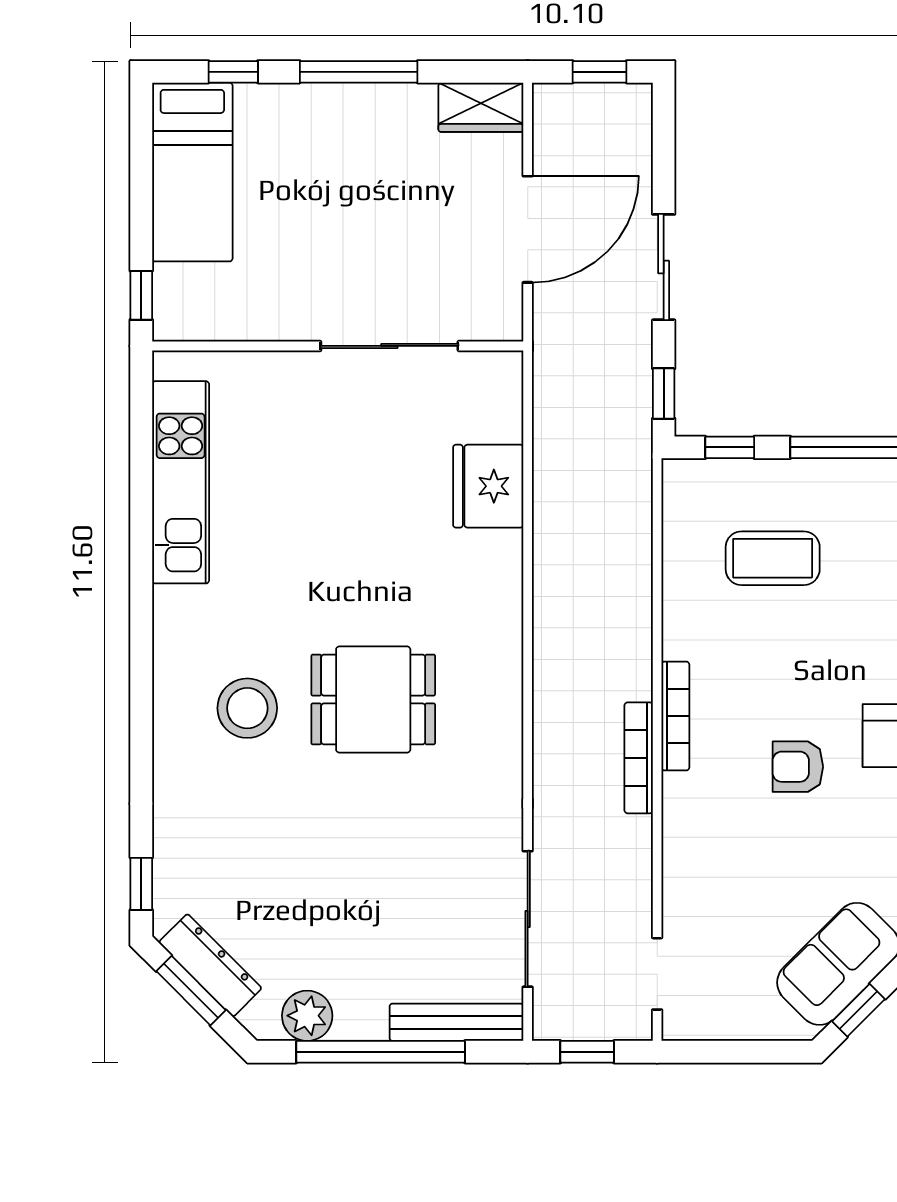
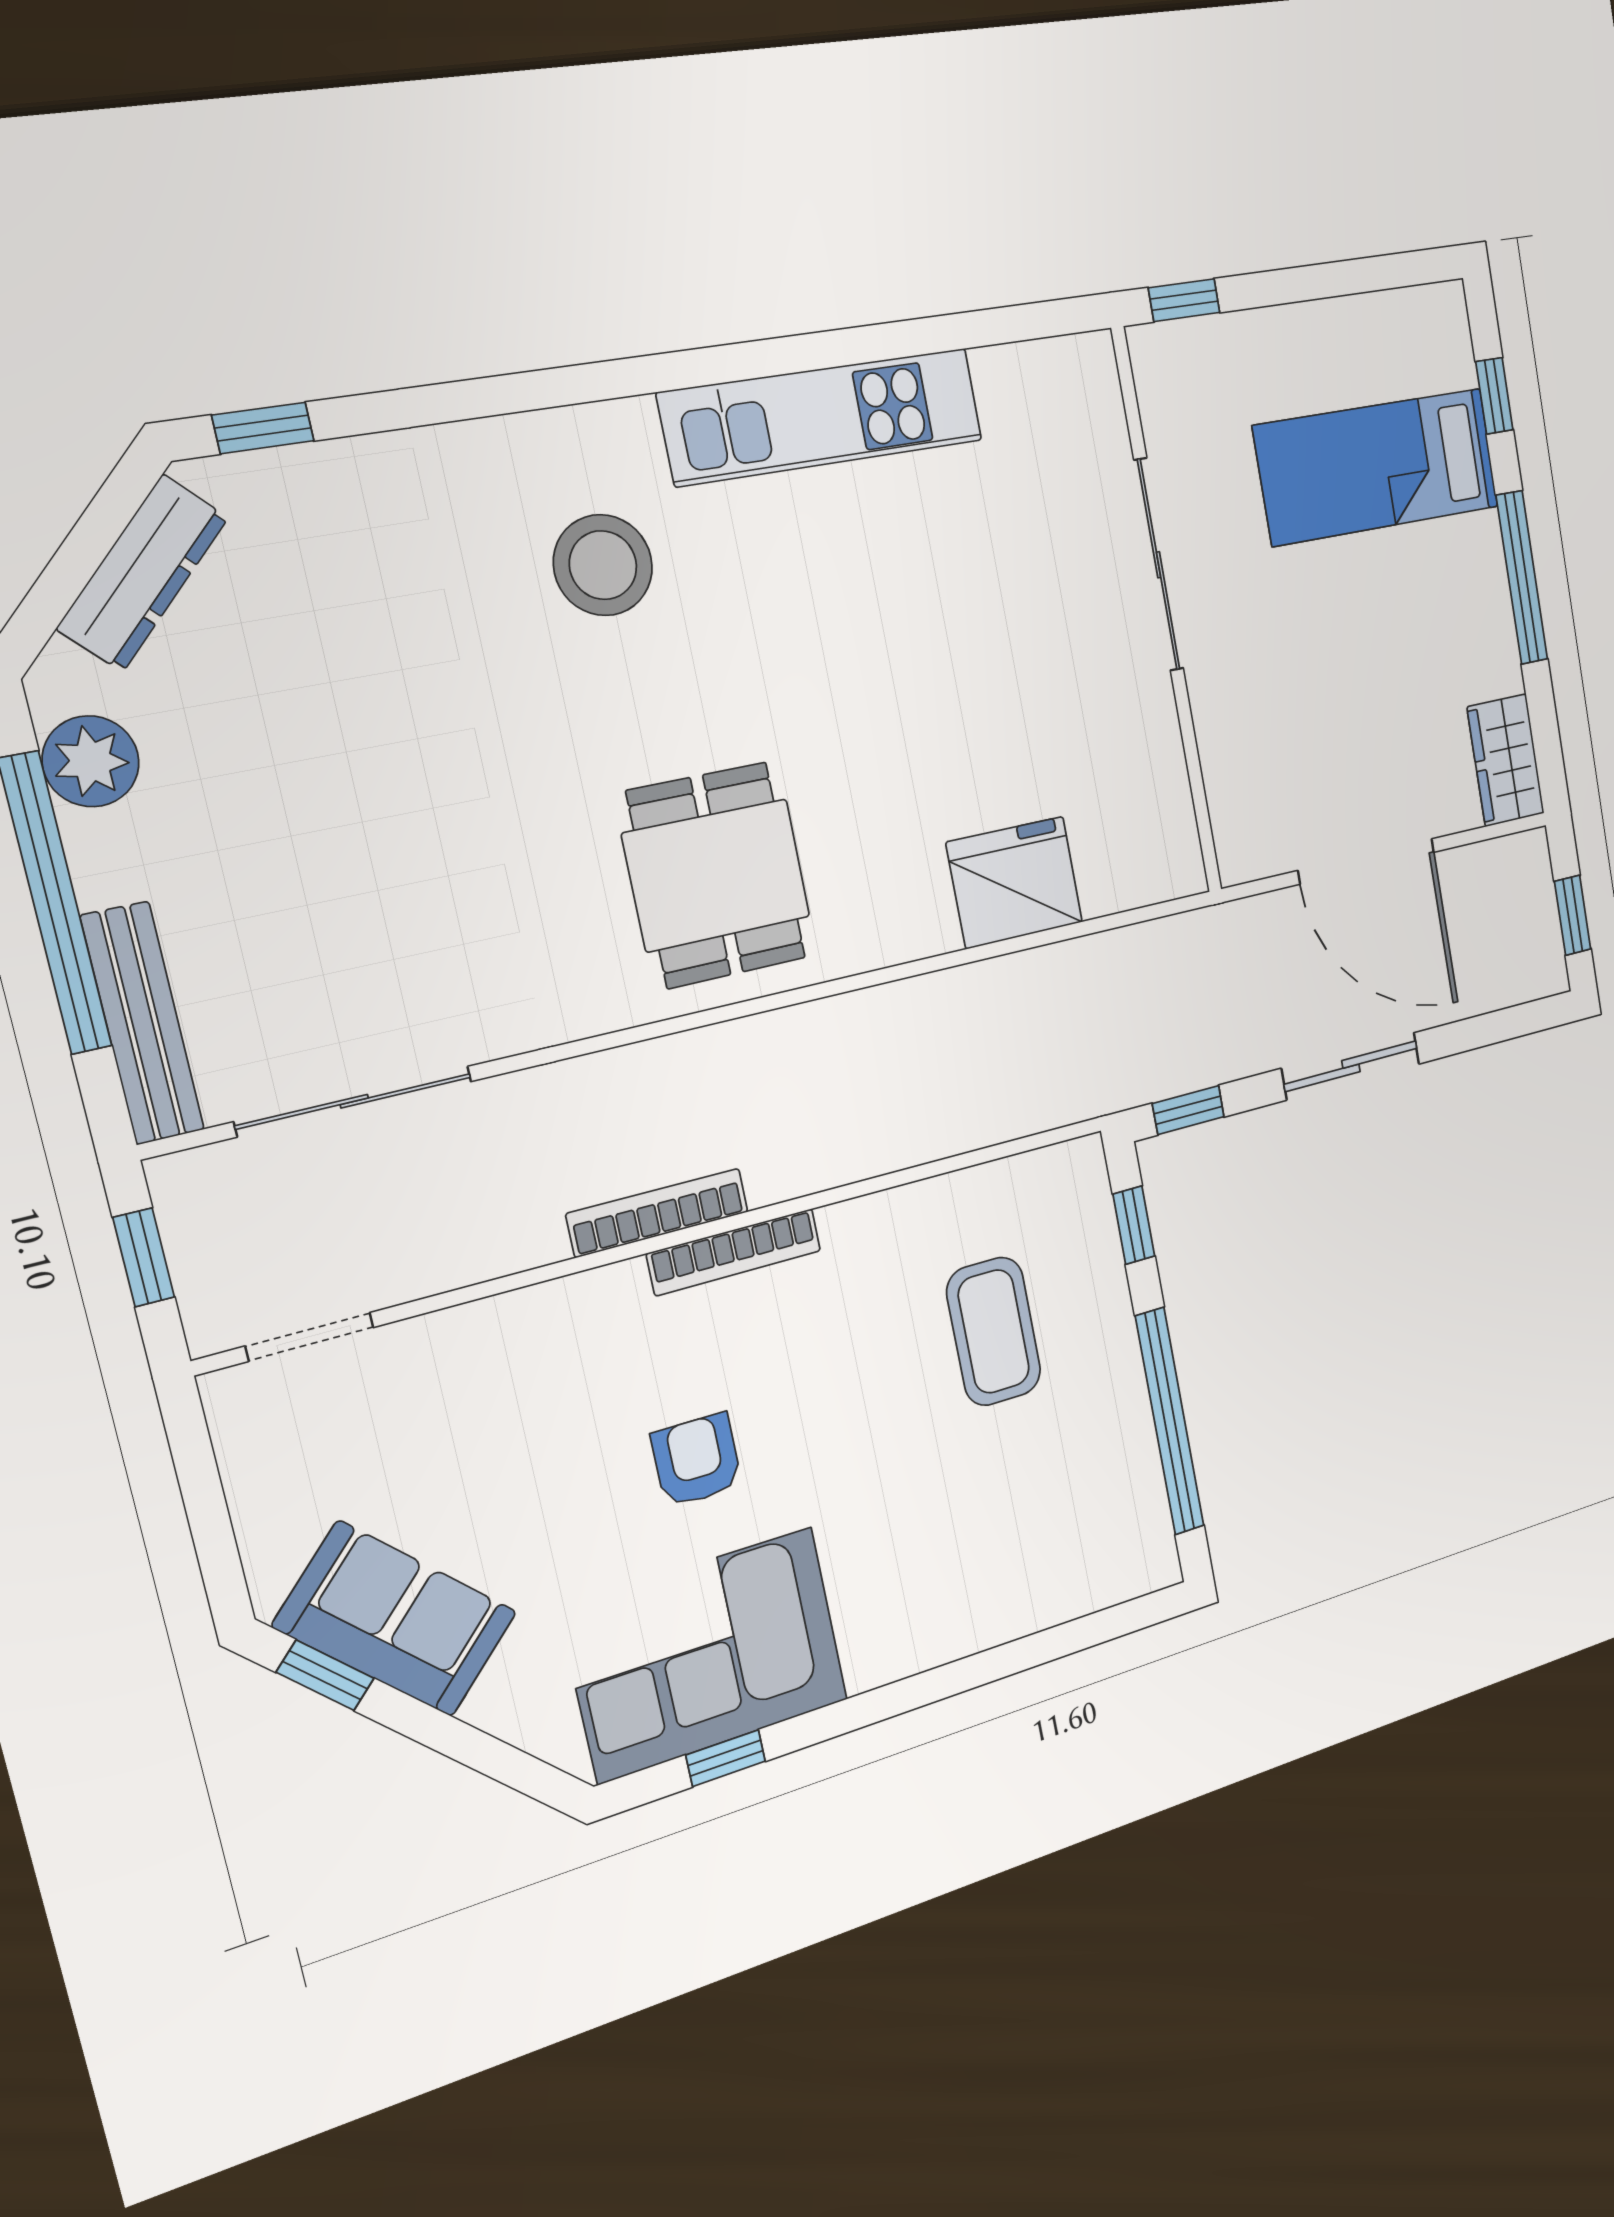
bed: (192, 172) -> (1377, 467), moved
sliding door: (389, 346) -> (1159, 565), moved
kitchen unit: (181, 482) -> (823, 417), moved
dining table: (373, 699) -> (717, 875), moved
window: (191, 991) -> (87, 546), removed

